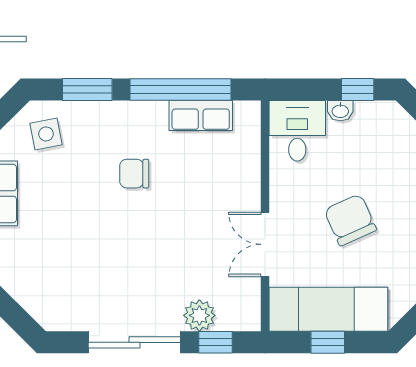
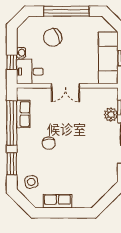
window: (358, 90) -> (12, 62), moved
chair: (350, 220) -> (53, 37), moved
double door: (265, 244) -> (65, 86), moved

